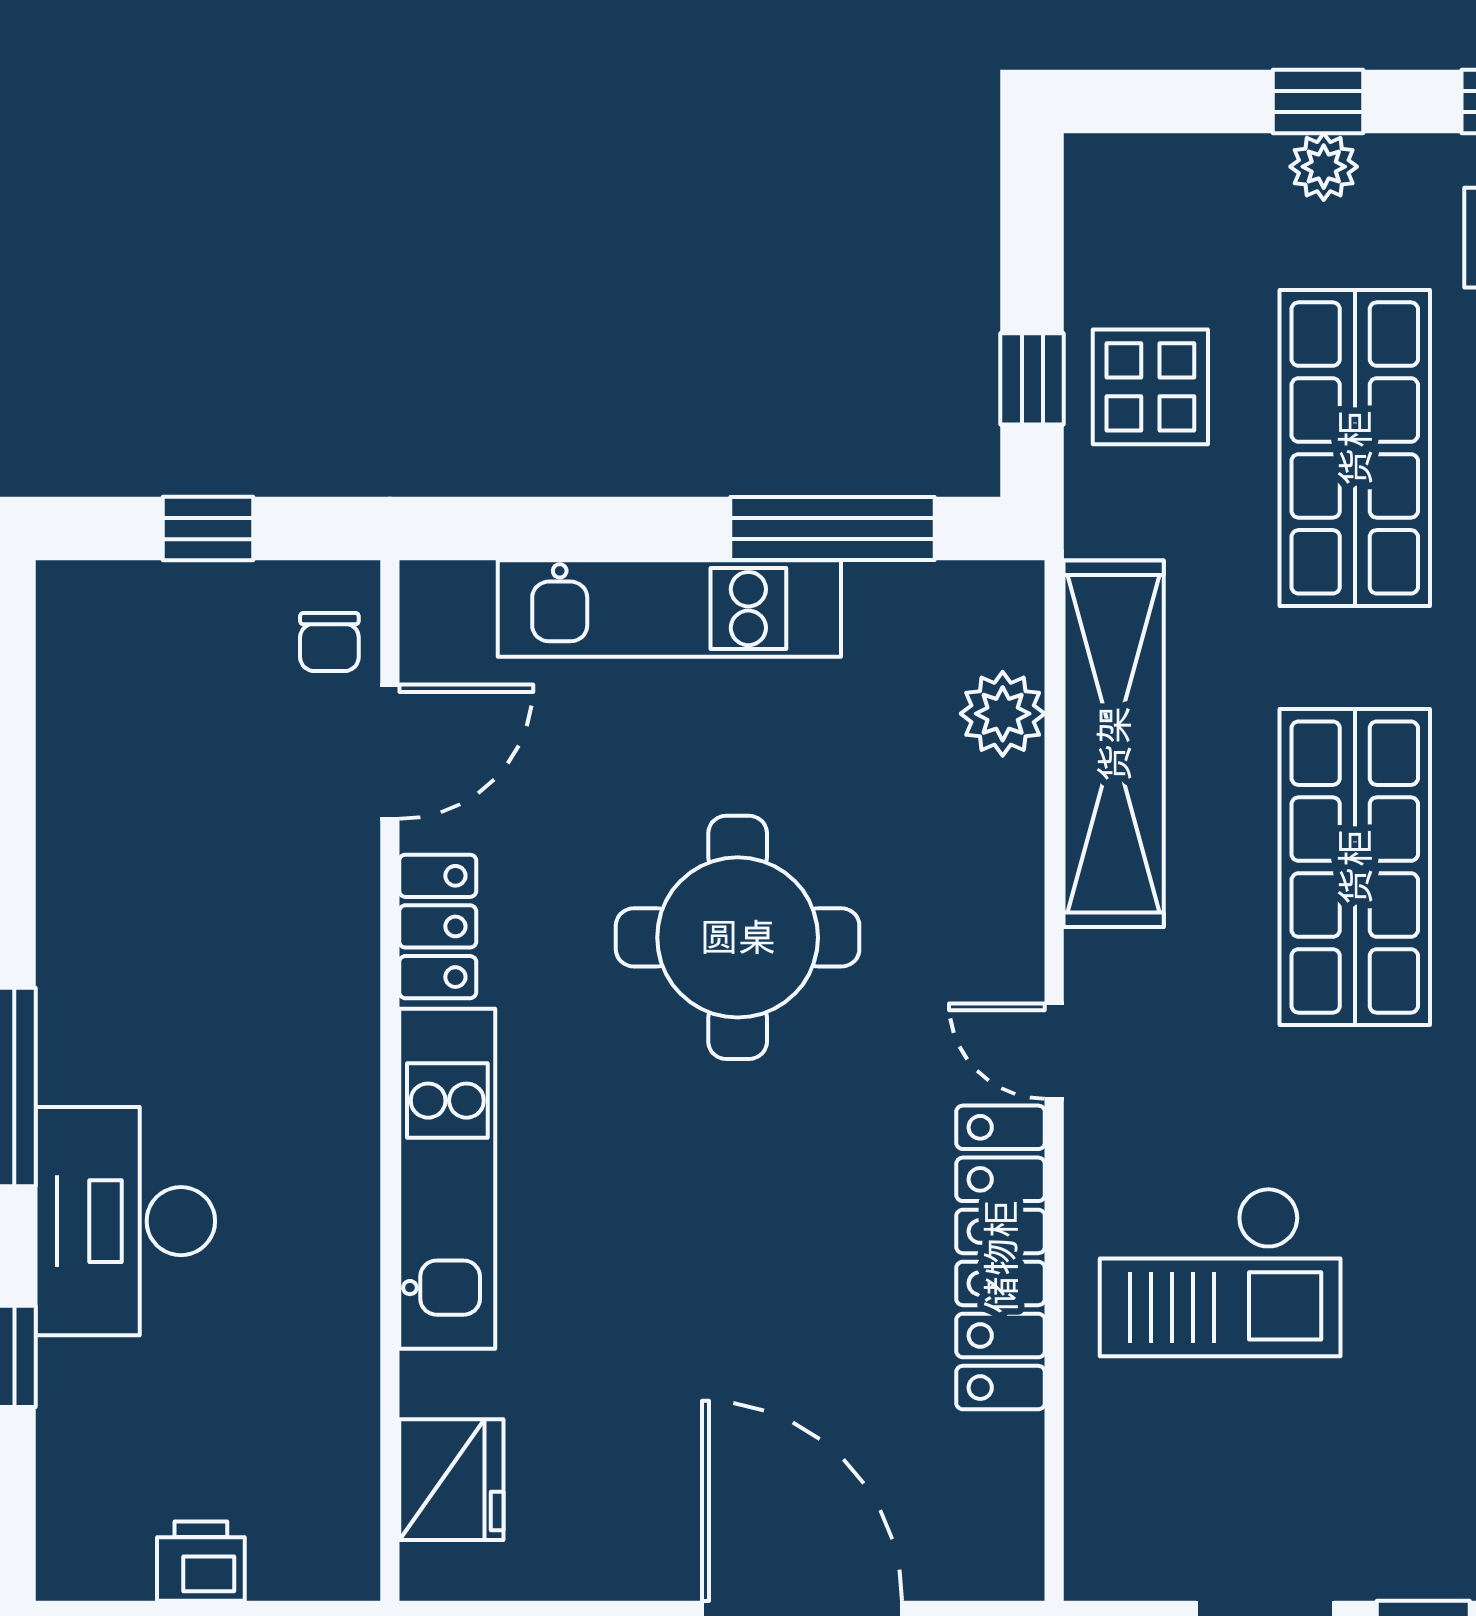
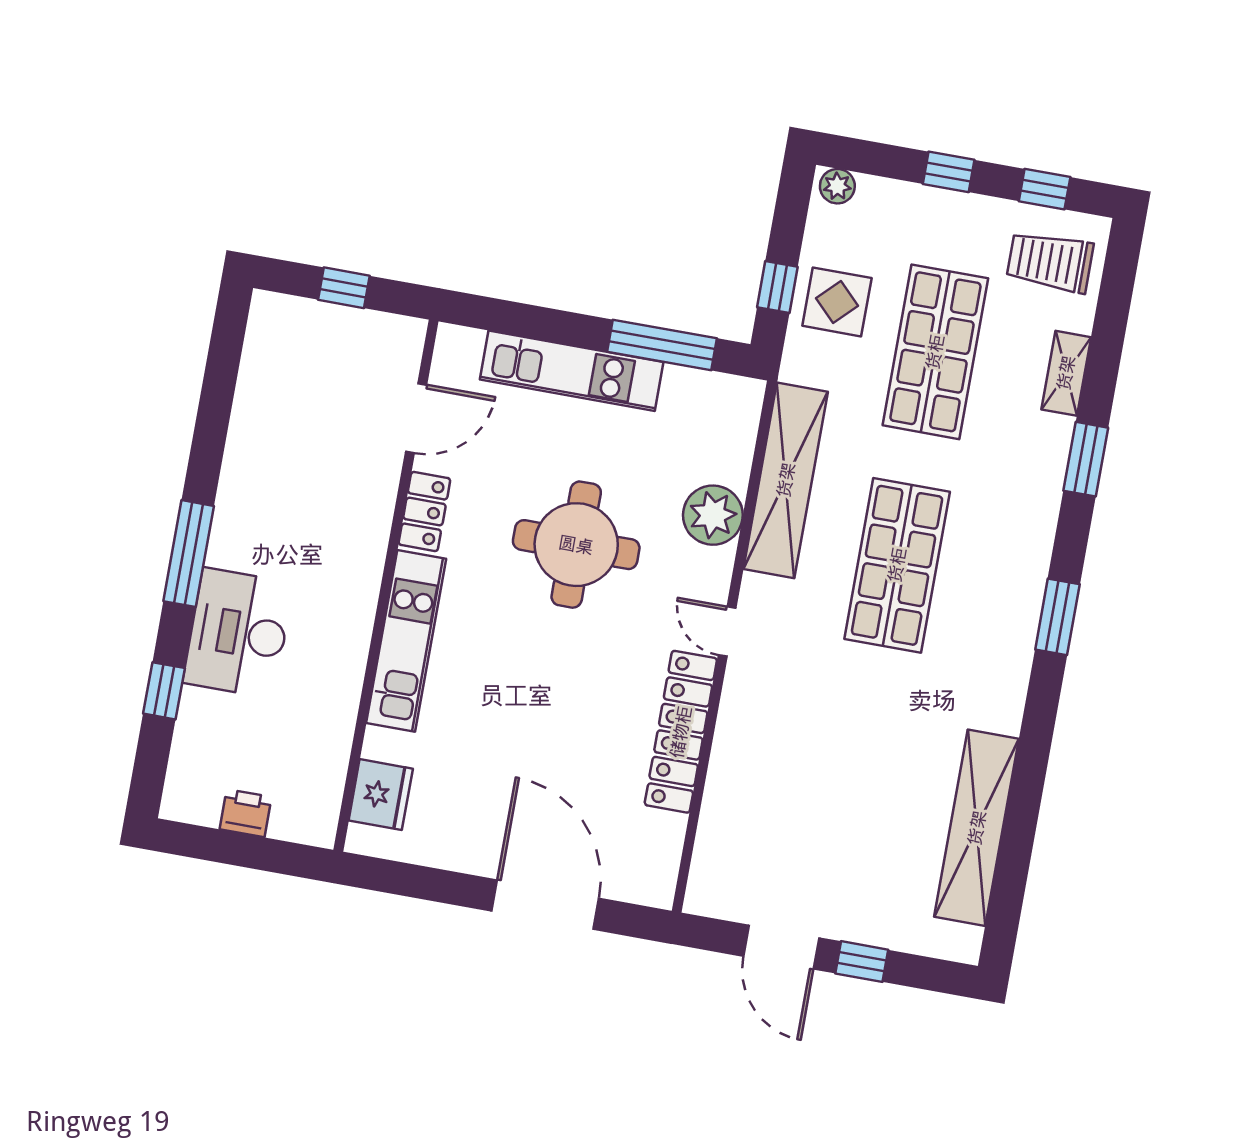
plant: (1324, 167) -> (837, 186), moved
chair: (329, 642) -> (395, 357), removed
plant: (1003, 714) -> (713, 515), moved, width x1.36, depth x1.36
checkout: (1220, 1272) -> (791, 759), removed

